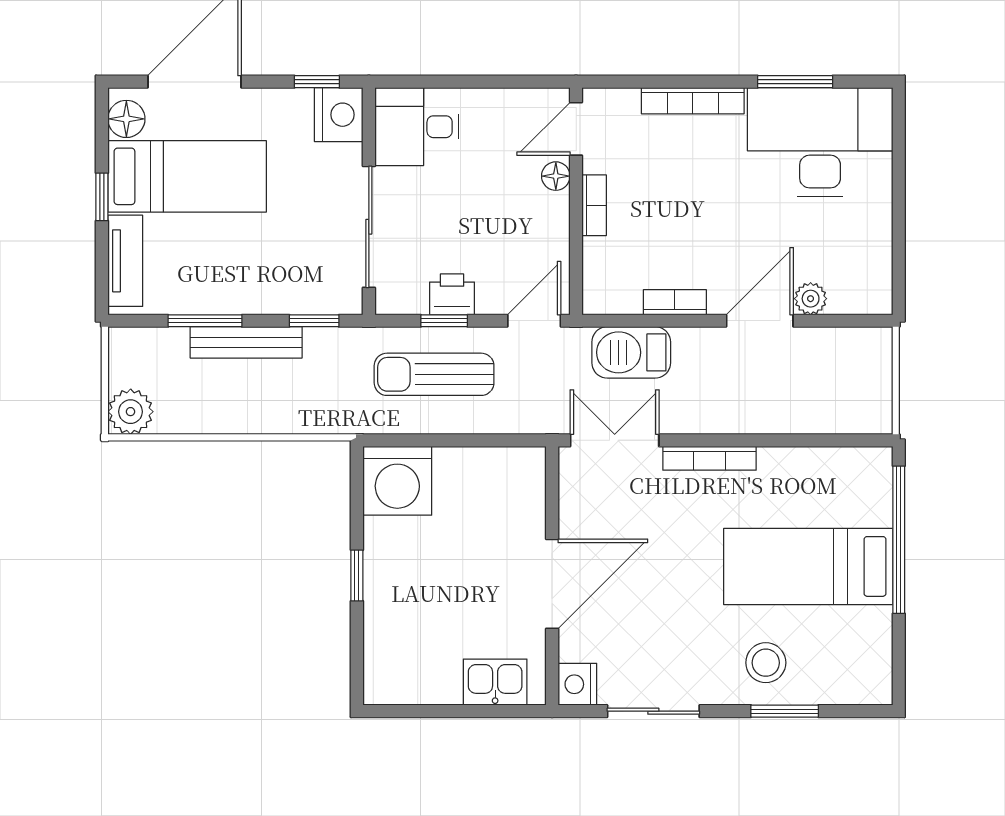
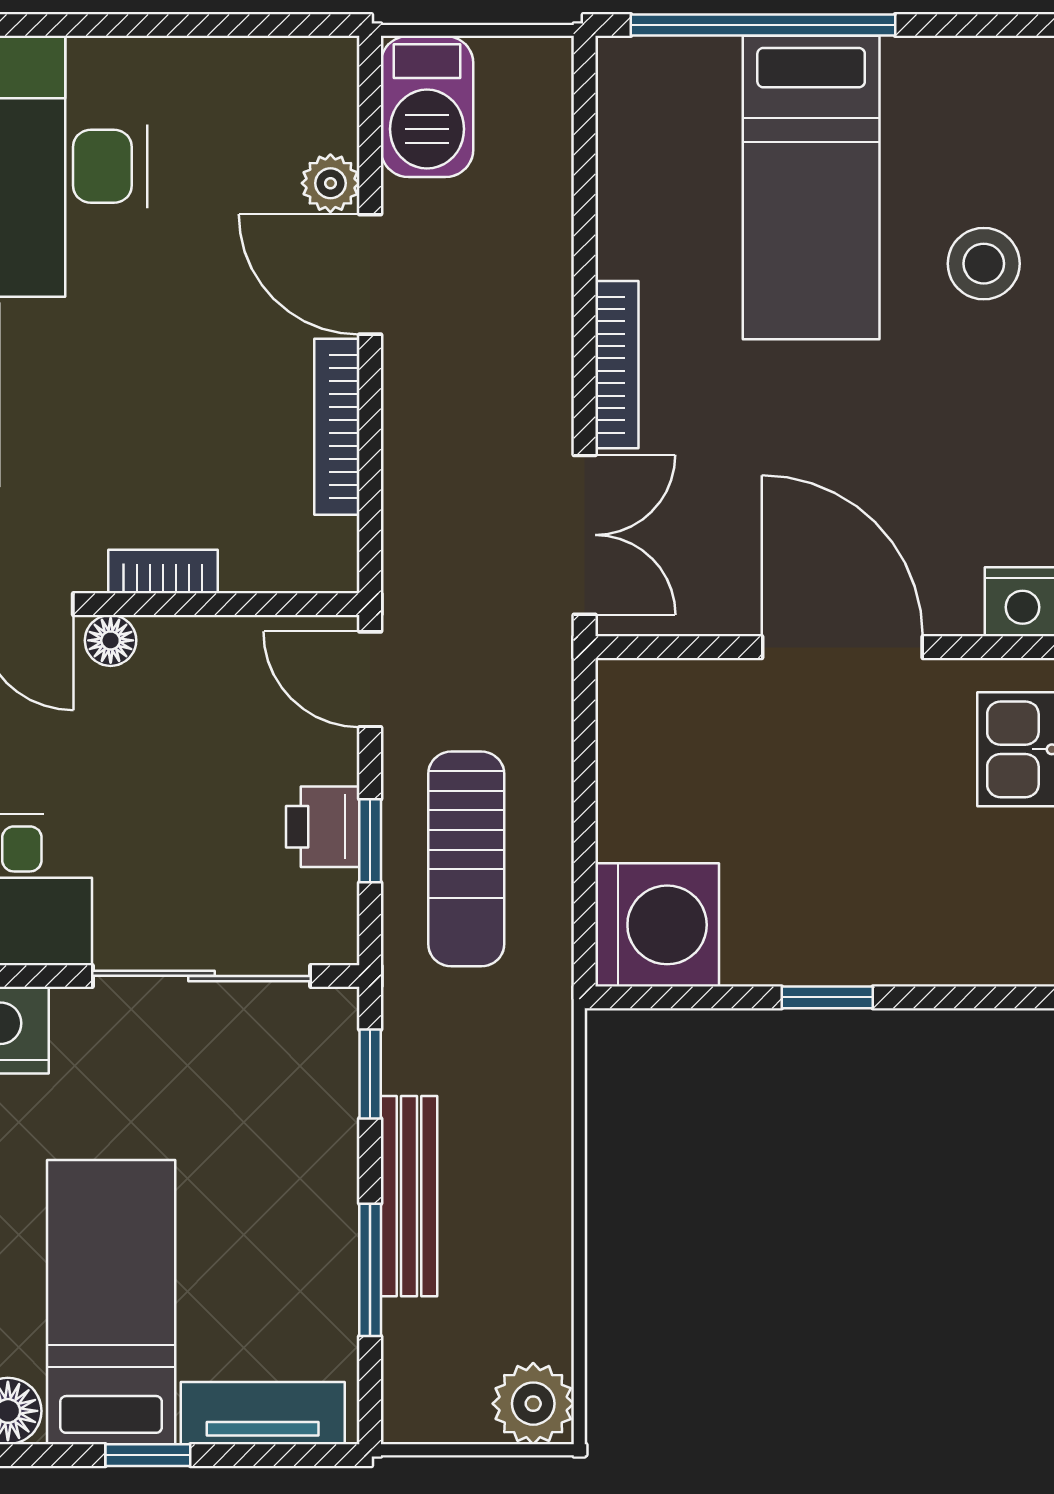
bookcase: (675, 302) -> (337, 427), width x1.56
barbecue: (631, 352) -> (427, 106), moved
double door: (615, 440) -> (585, 535), swing flipped

